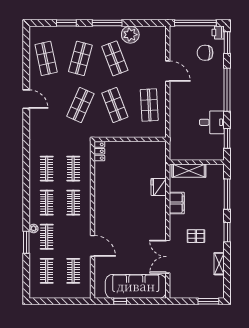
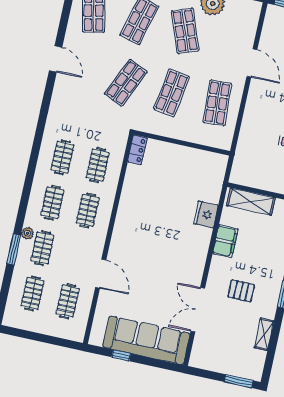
shop shelf: (115, 105) -> (172, 93), turned 30

